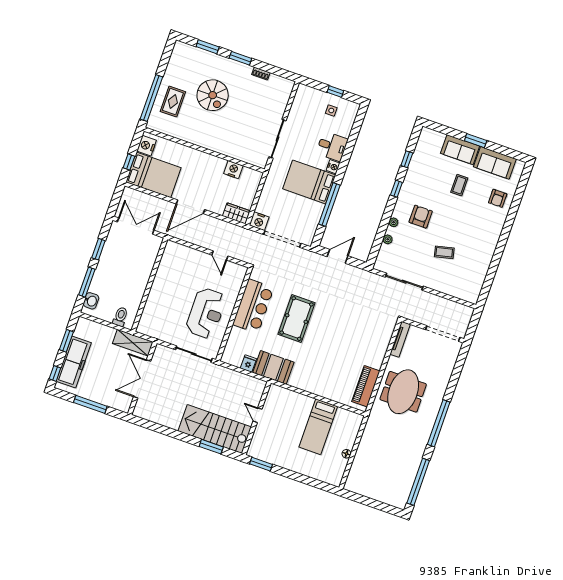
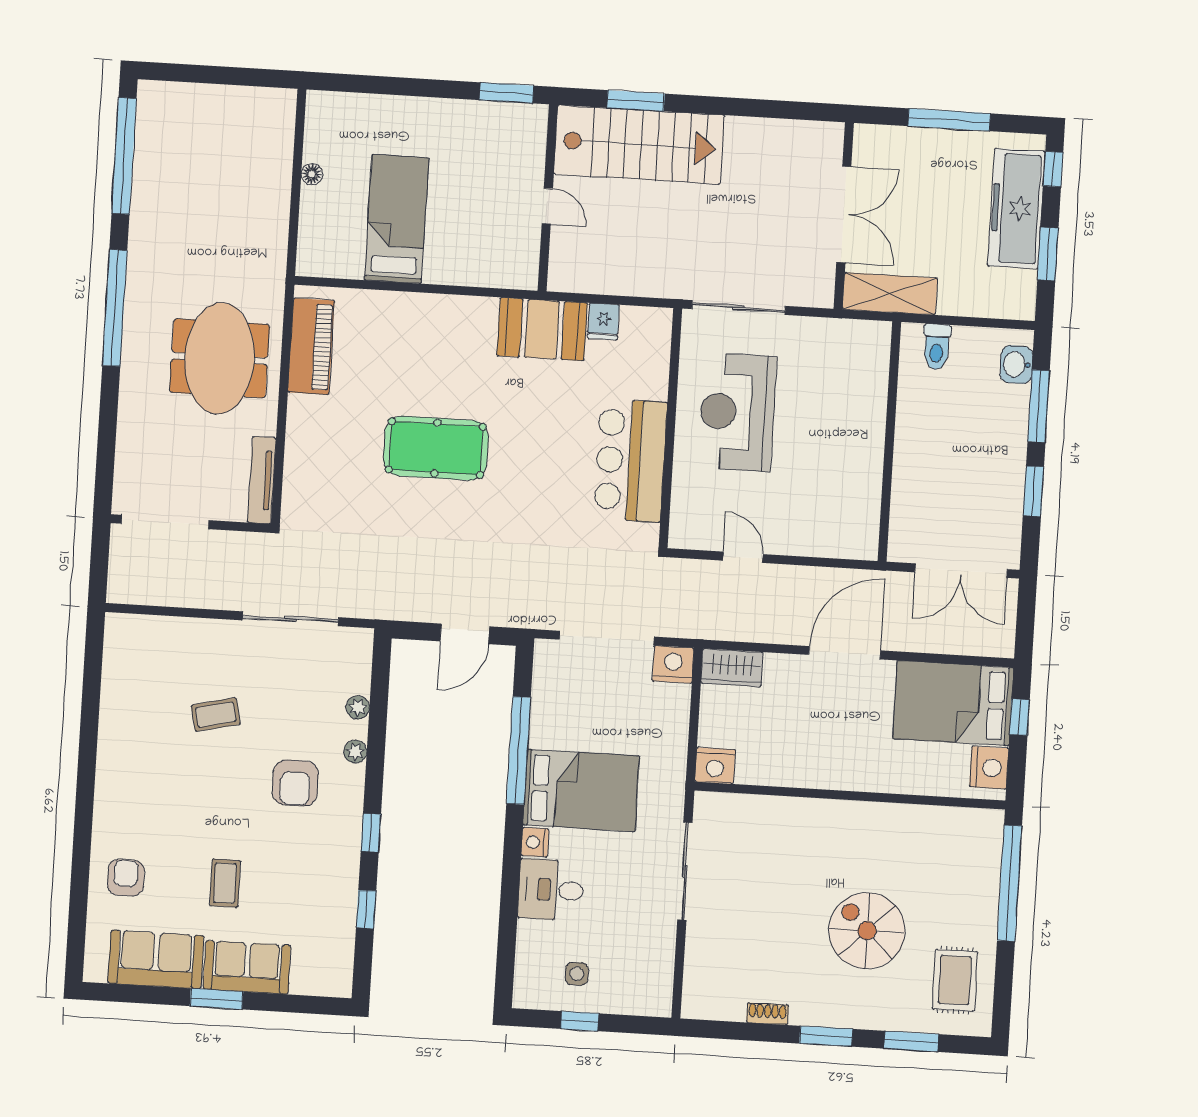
rug: (173, 102) -> (955, 980), moved
nightstand: (233, 170) -> (715, 766), moved
pool table: (296, 319) -> (436, 448), moved, turned 90

